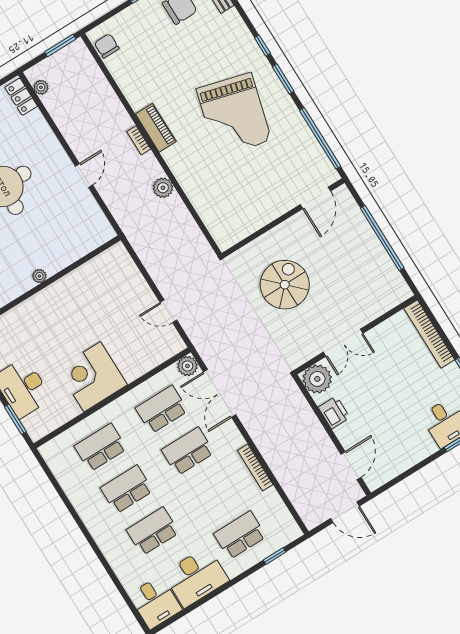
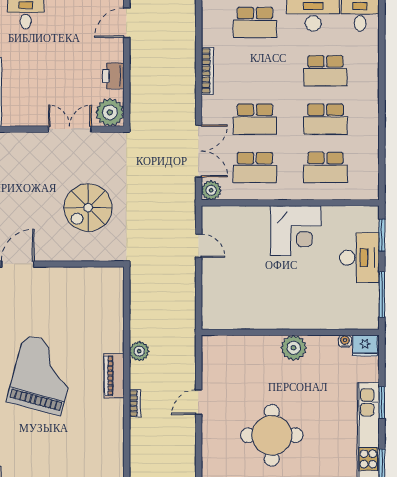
piano: (156, 128) -> (114, 376), moved
plant: (39, 276) -> (294, 348), width x1.87, depth x1.87

